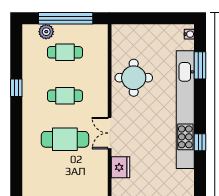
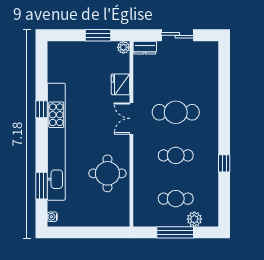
window: (66, 18) -> (175, 232), width x0.68
double door: (110, 133) -> (131, 118), swing flipped

